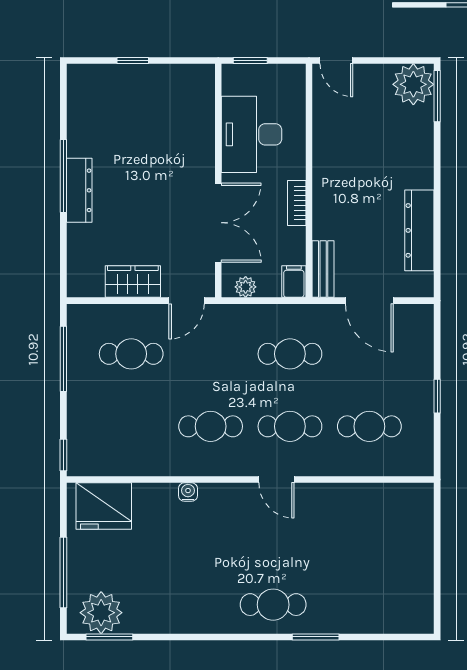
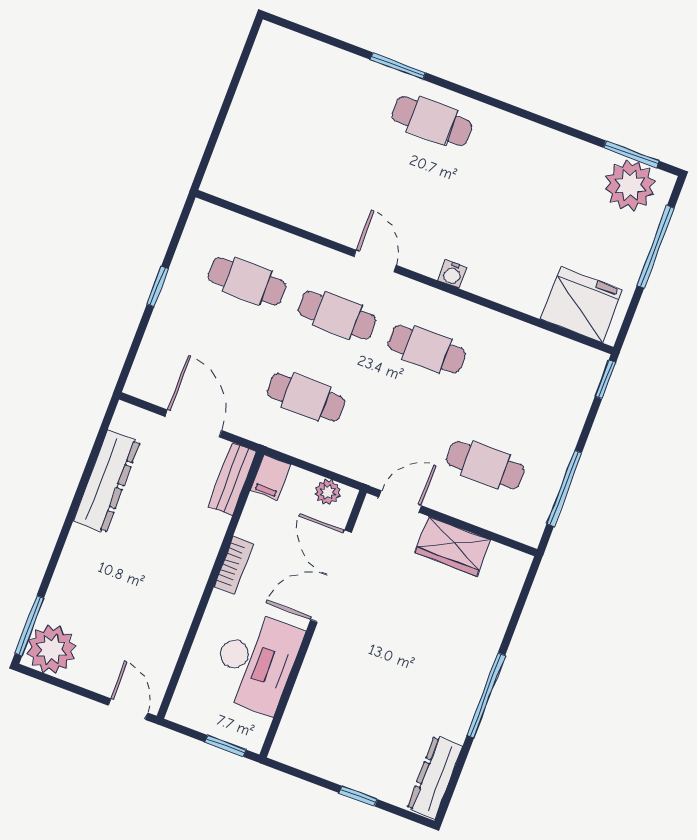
dresser: (79, 190) -> (435, 777), moved
water cooler: (188, 492) -> (452, 274), moved

